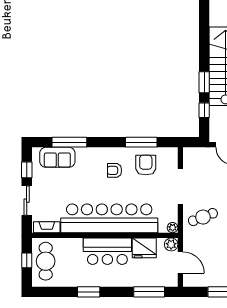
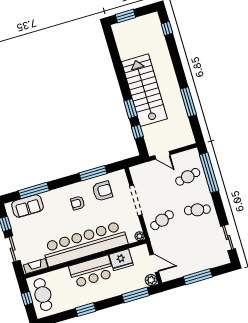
armchair: (146, 165) -> (102, 191), turned 90
plant: (171, 244) -> (151, 280), moved

